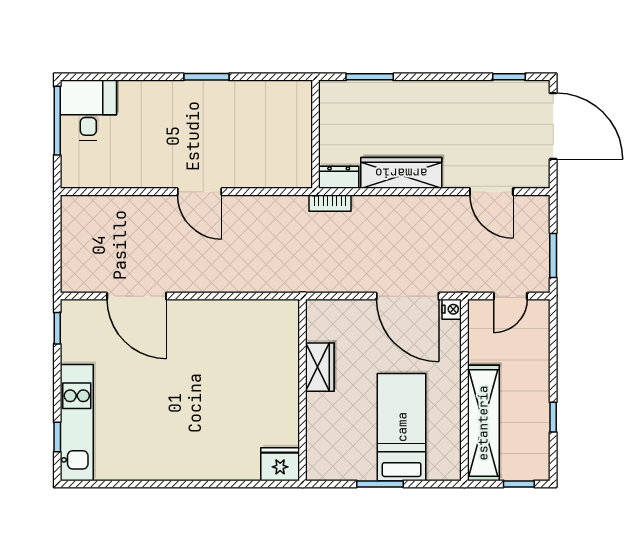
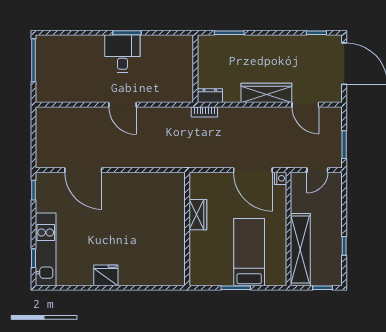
desk: (88, 110) -> (122, 54), moved
wardrobe: (401, 173) -> (266, 93), moved
fridge: (280, 464) -> (106, 275), moved

